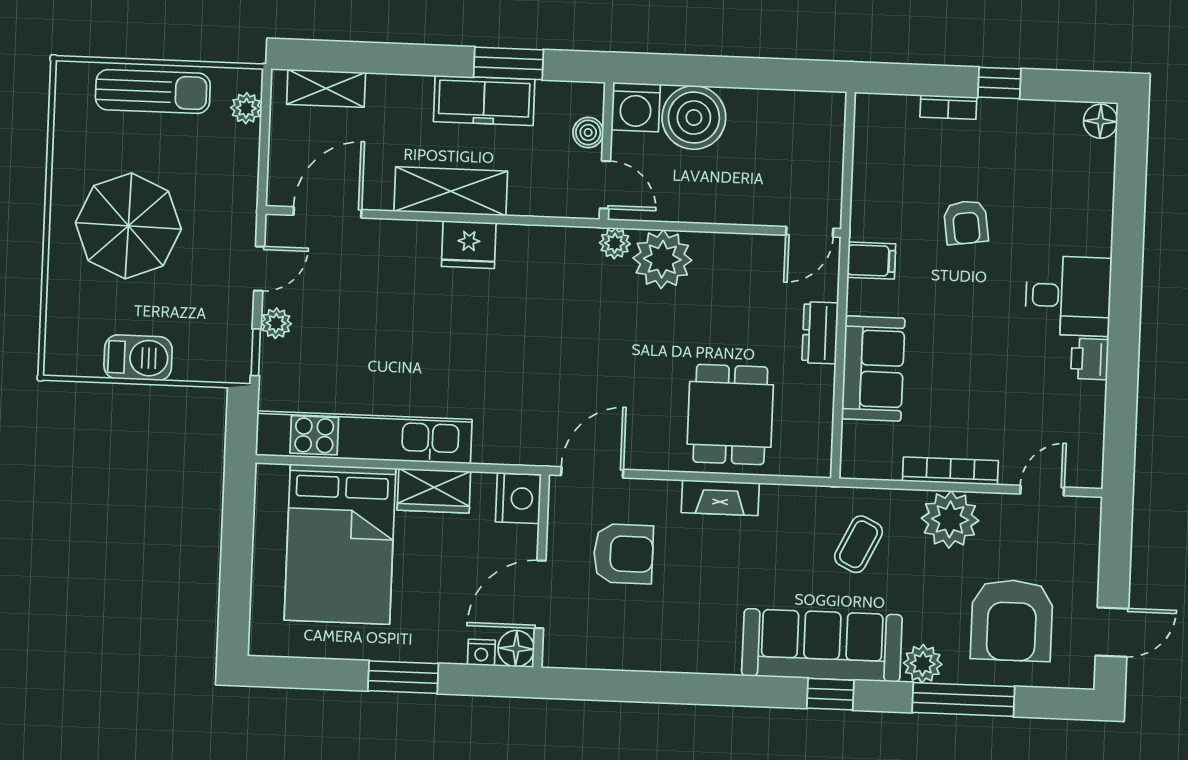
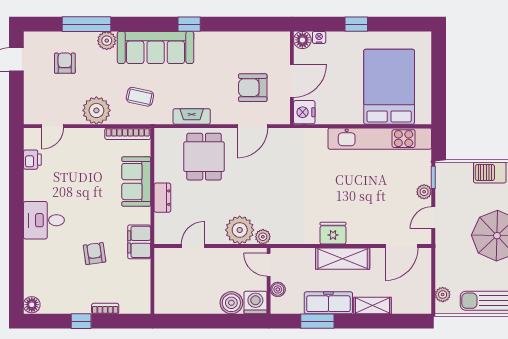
shelving: (326, 88) -> (373, 306), moved
boiler: (694, 118) -> (231, 303), width x0.73, depth x0.73
door: (810, 232) -> (193, 246), moved
filing cabinet: (871, 261) -> (139, 242), width x2.00
printer: (1090, 359) -> (32, 160), moved
bookcase: (950, 471) -> (128, 134), moved
door: (592, 472) -> (253, 126), moved
wardrobe: (434, 491) -> (345, 114), removed
fireplace: (720, 498) -> (192, 116), moved
coffee table: (858, 544) -> (140, 97), turned 76
door: (540, 594) -> (292, 81), moved
armchair: (1012, 620) -> (65, 63), width x0.53, depth x0.53
window: (403, 677) -> (356, 24), width x0.67
window: (830, 694) -> (189, 24), moved

